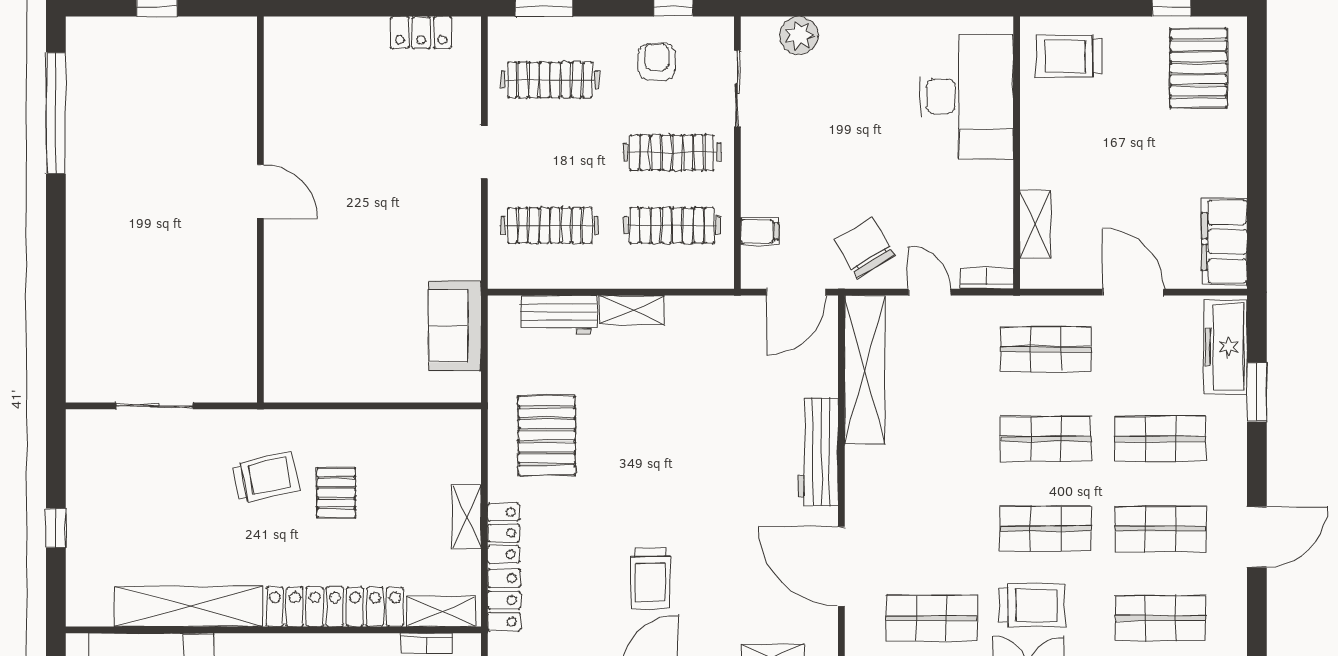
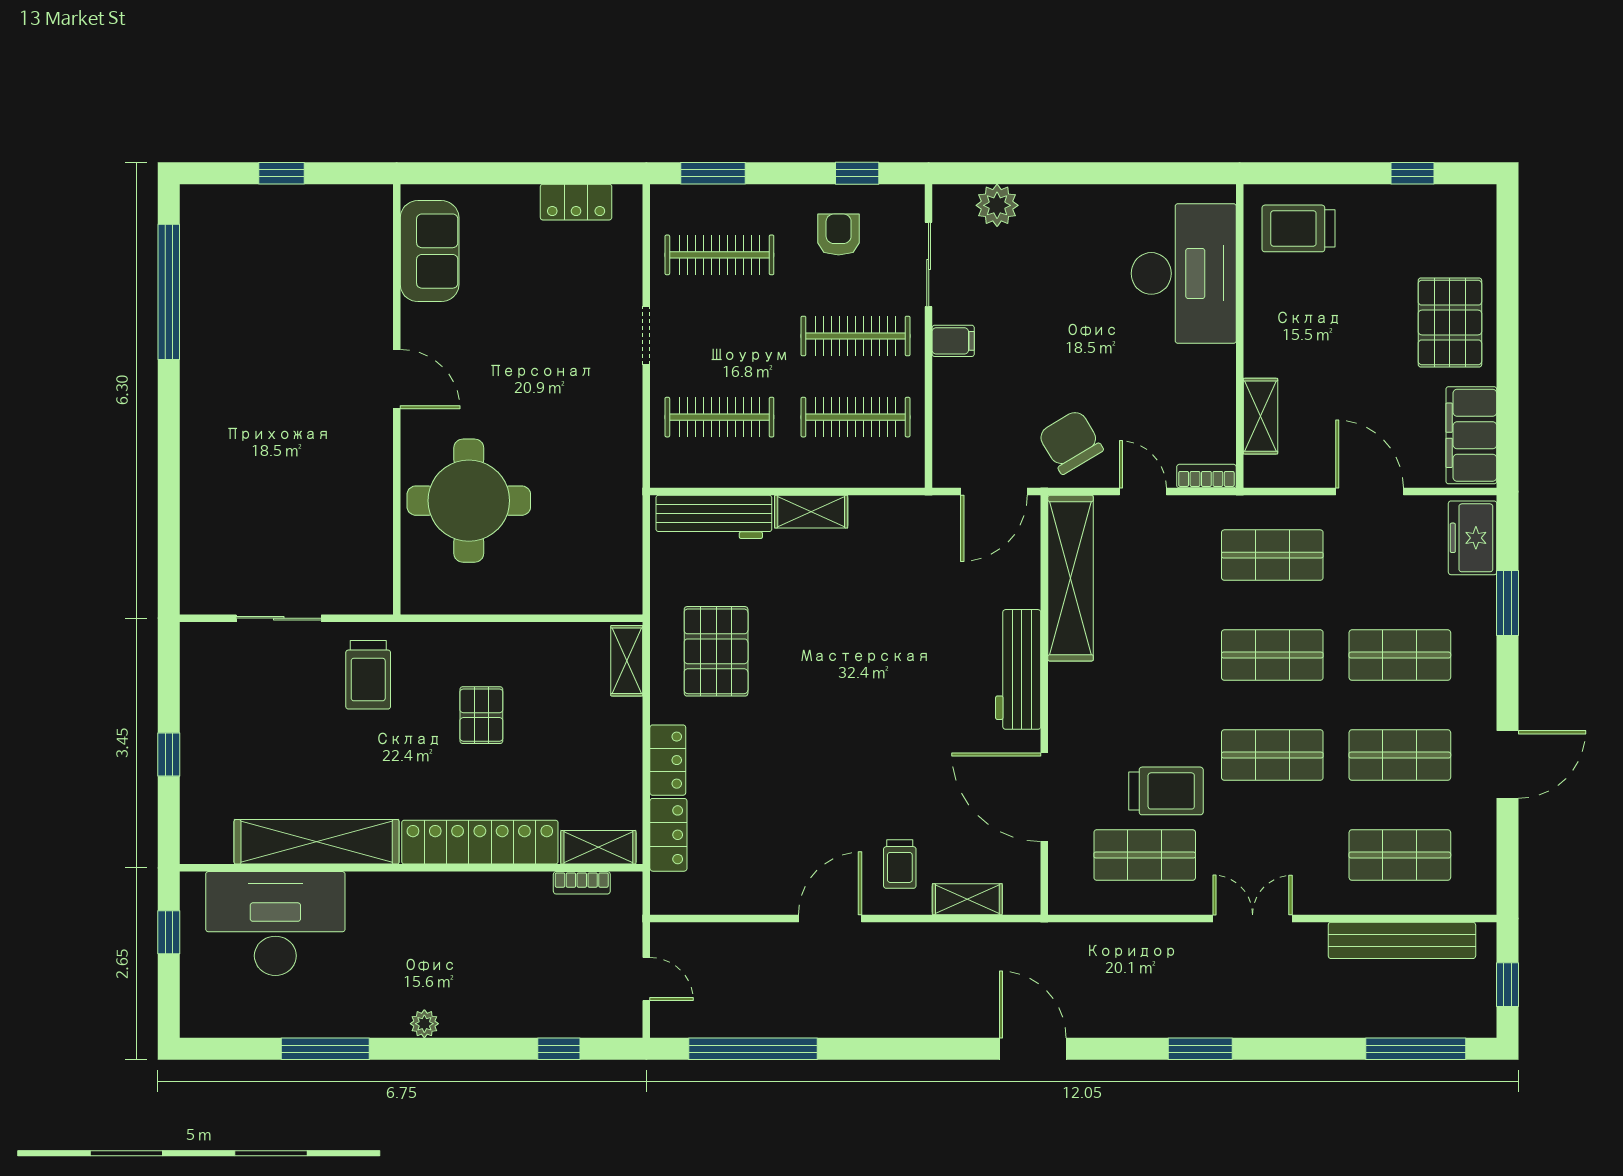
pallet: (1198, 68) -> (1450, 323), moved
filing cabinet: (760, 231) -> (953, 341), moved
round table: (325, 300) -> (469, 501), added
workbench: (559, 315) -> (714, 517), width x1.38
sofa: (455, 326) -> (430, 251), moved, turned 180
freezer: (1225, 347) -> (1473, 538), width x0.71
trolley: (266, 477) -> (368, 675), moved, turned 102
shelving: (467, 517) -> (627, 661), moved
trolley: (650, 578) -> (900, 864), moved, width x0.73, depth x0.72
trolley: (1032, 605) -> (1166, 791), moved

